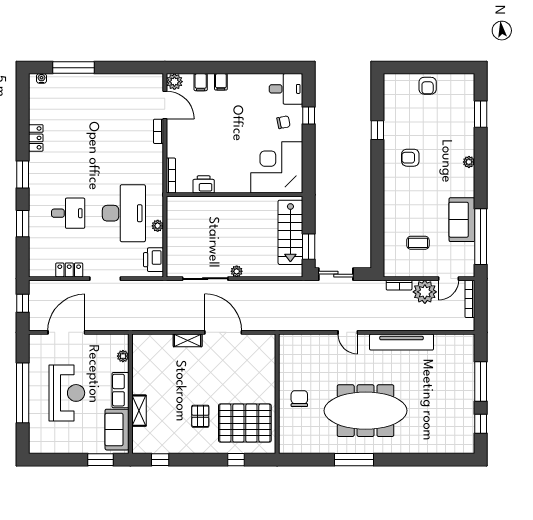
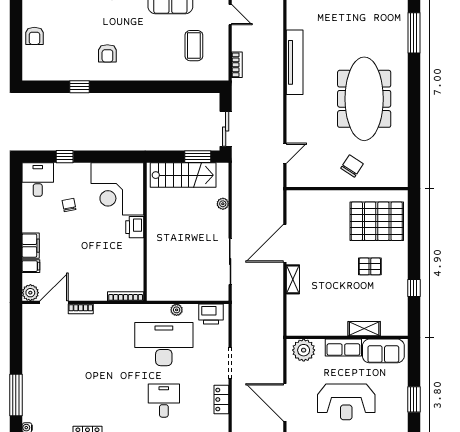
filing cabinet: (221, 82) -> (31, 246), width x2.00
armchair: (428, 86) -> (34, 36), turned 90
chair: (284, 122) -> (69, 205), moved
printer: (204, 184) -> (135, 227), moved
coffee table: (418, 243) -> (194, 46), width x1.36, depth x1.30
plant: (237, 271) -> (223, 204), moved
plant: (425, 292) -> (244, 39), removed
door: (348, 332) -> (285, 153), moved
plant: (123, 356) -> (304, 350), width x1.87, depth x1.87
reception desk: (67, 393) -> (346, 402), turned 180
chair: (299, 399) -> (352, 166), turned 123
pallet: (245, 423) -> (377, 221), turned 90
window: (100, 460) -> (414, 399), moved
window: (160, 460) -> (414, 288), moved
window: (236, 460) -> (414, 230), removed
window: (354, 460) -> (414, 33), moved

